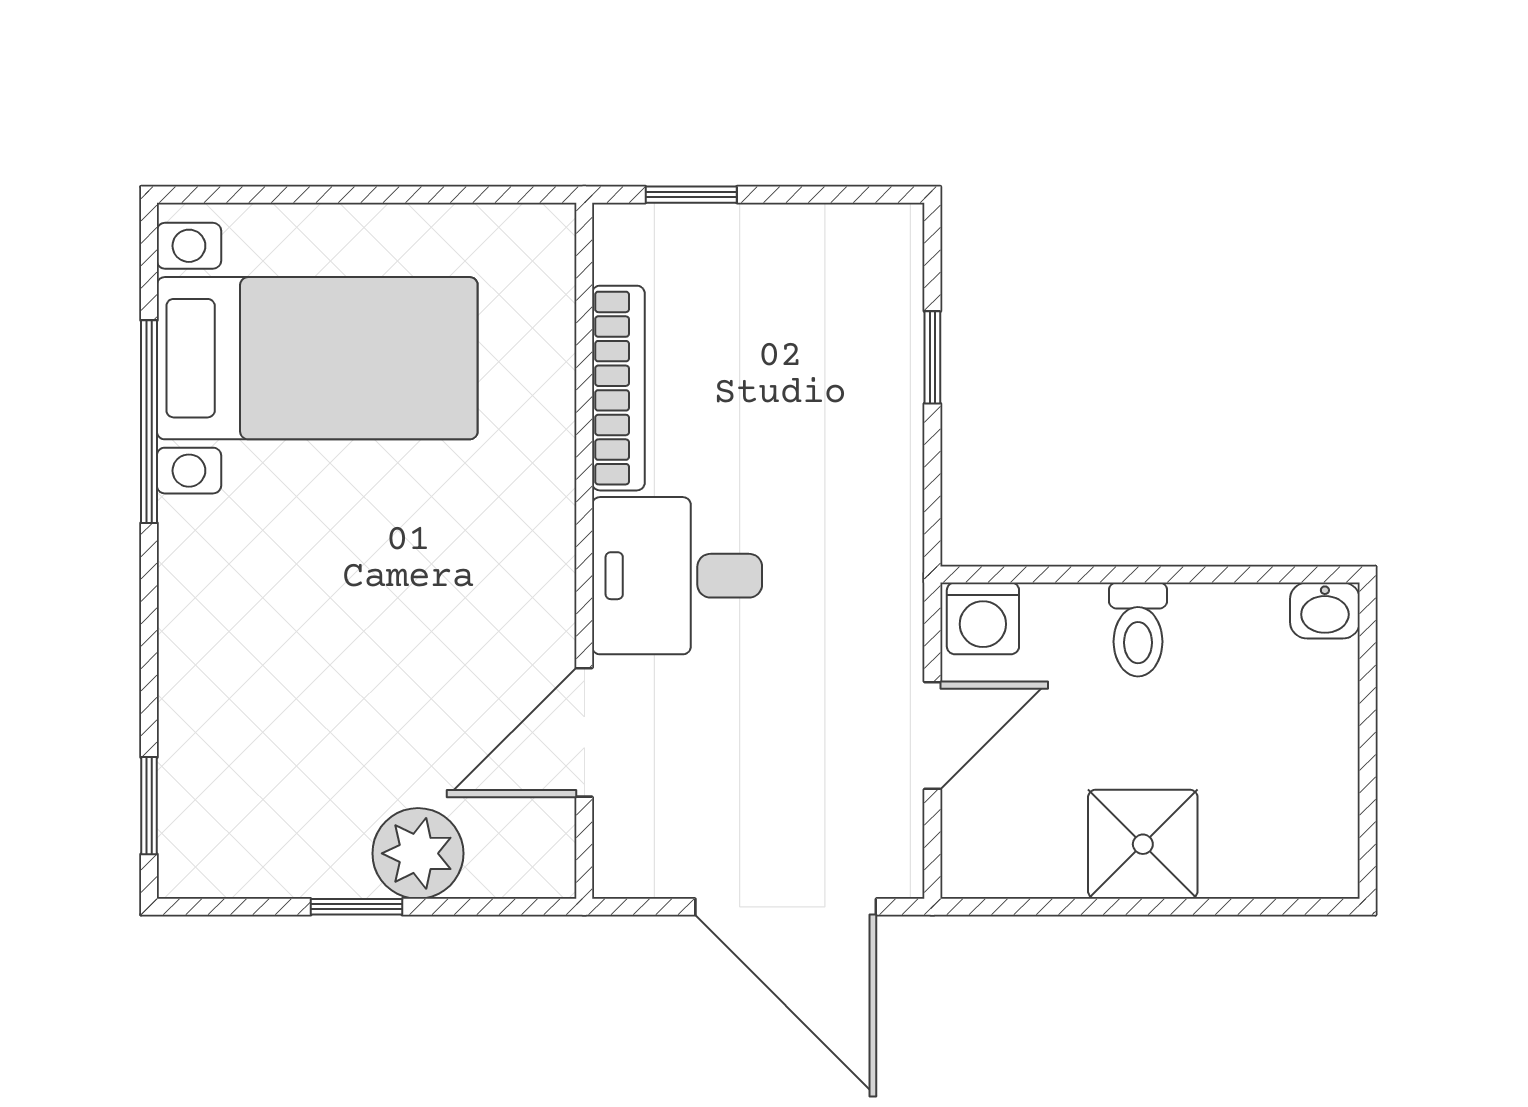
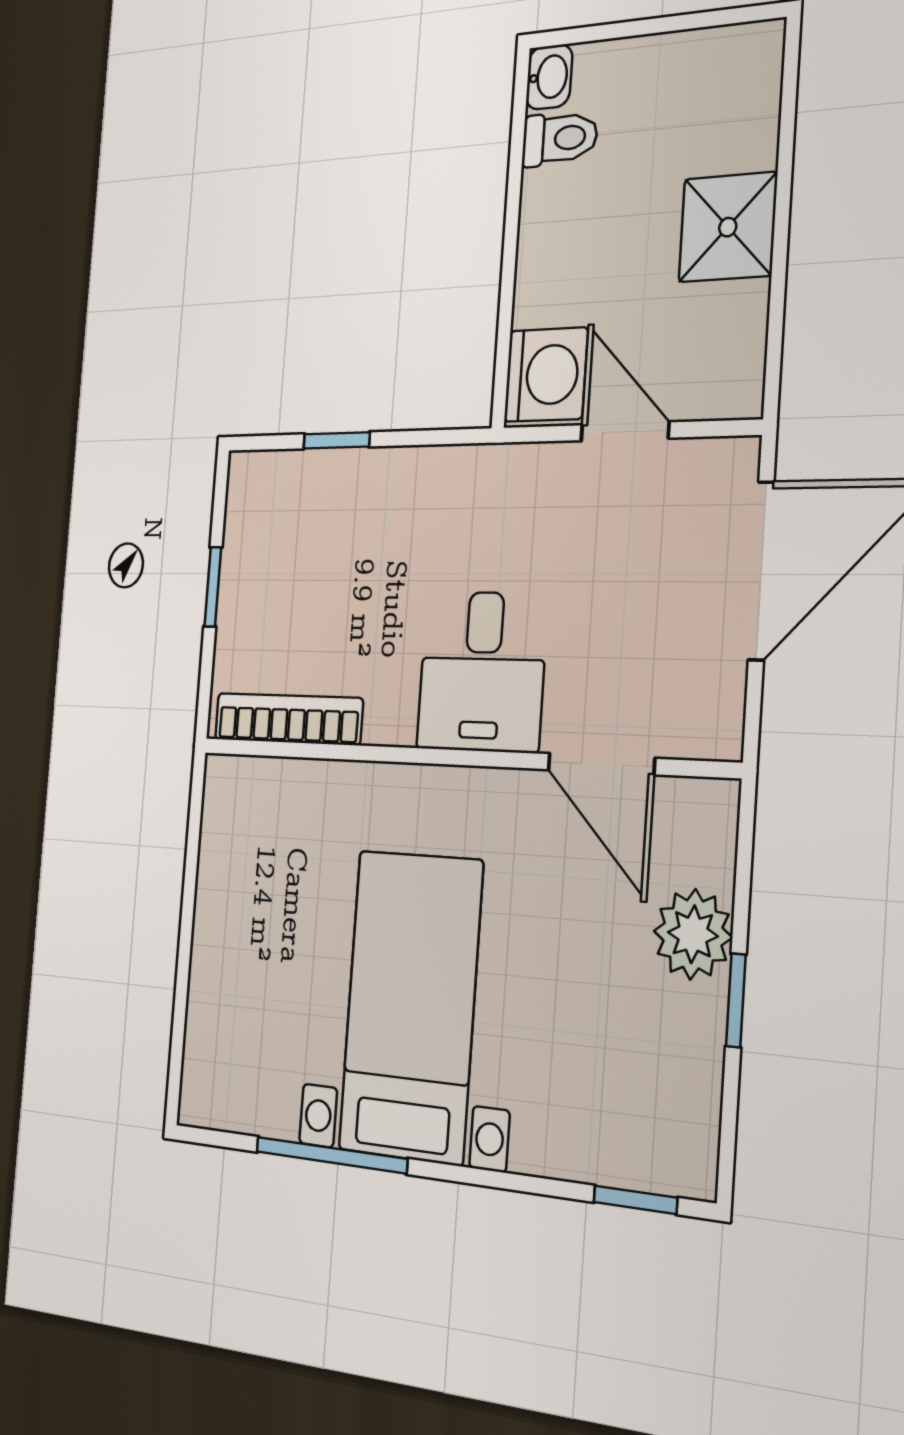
window: (691, 195) -> (213, 587), moved
bed with nightstands: (317, 358) -> (411, 1006), moved
bookcase: (618, 388) -> (288, 719), moved
washing machine: (983, 618) -> (546, 375), width x1.38, depth x1.38
toilet: (1138, 629) -> (560, 139), moved

